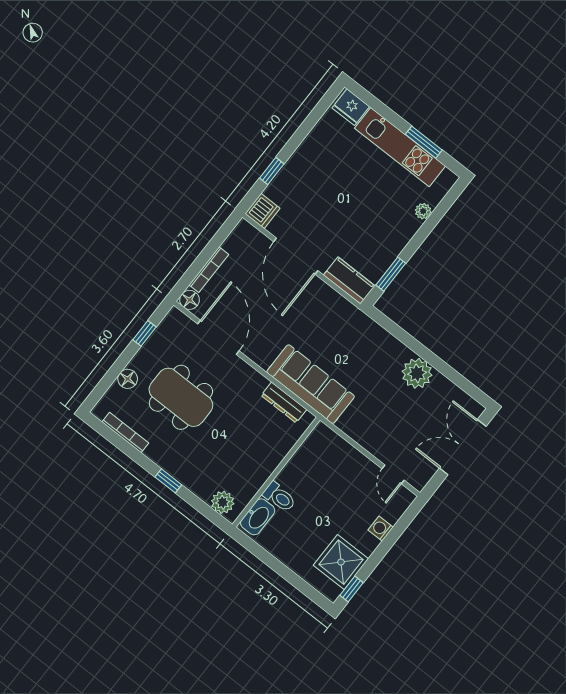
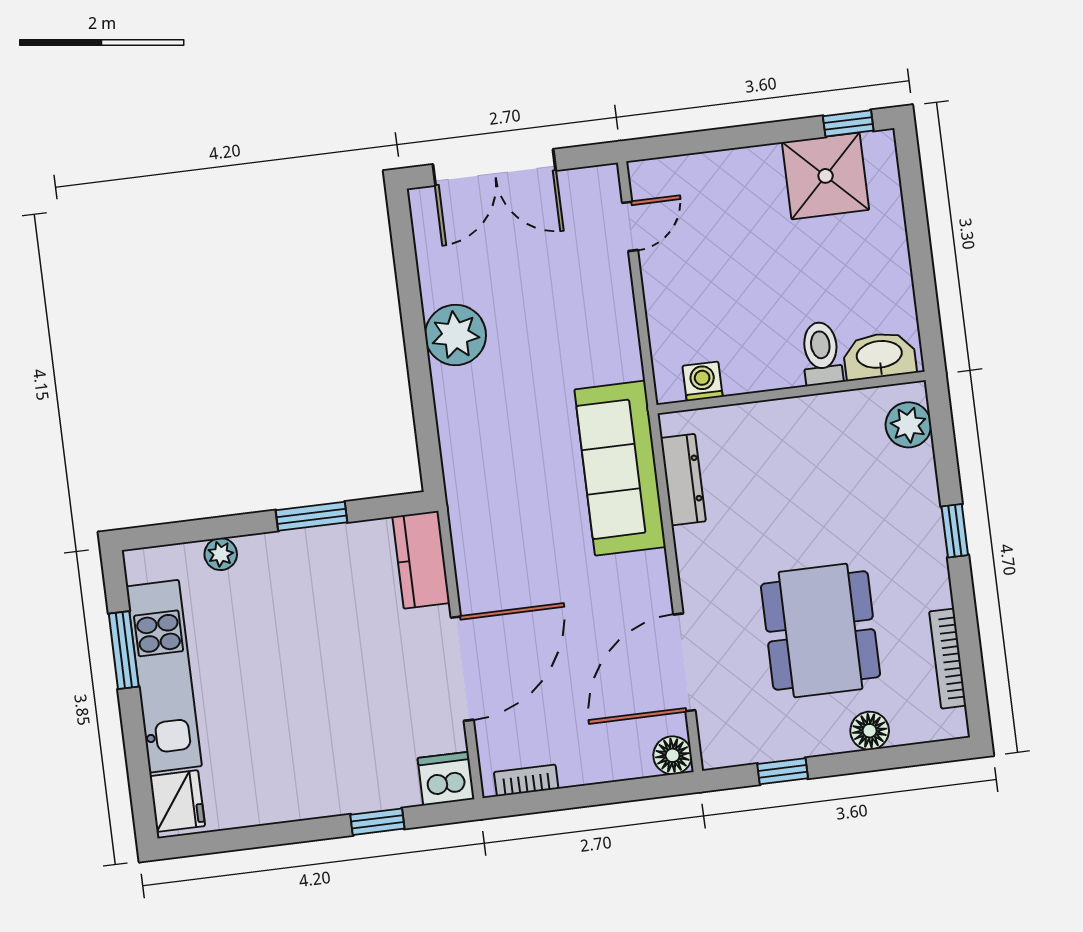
bookcase: (209, 270) -> (526, 780), moved, width x0.64
window: (391, 274) -> (312, 516), moved
washing machine: (381, 529) -> (703, 381), moved, turned 180

